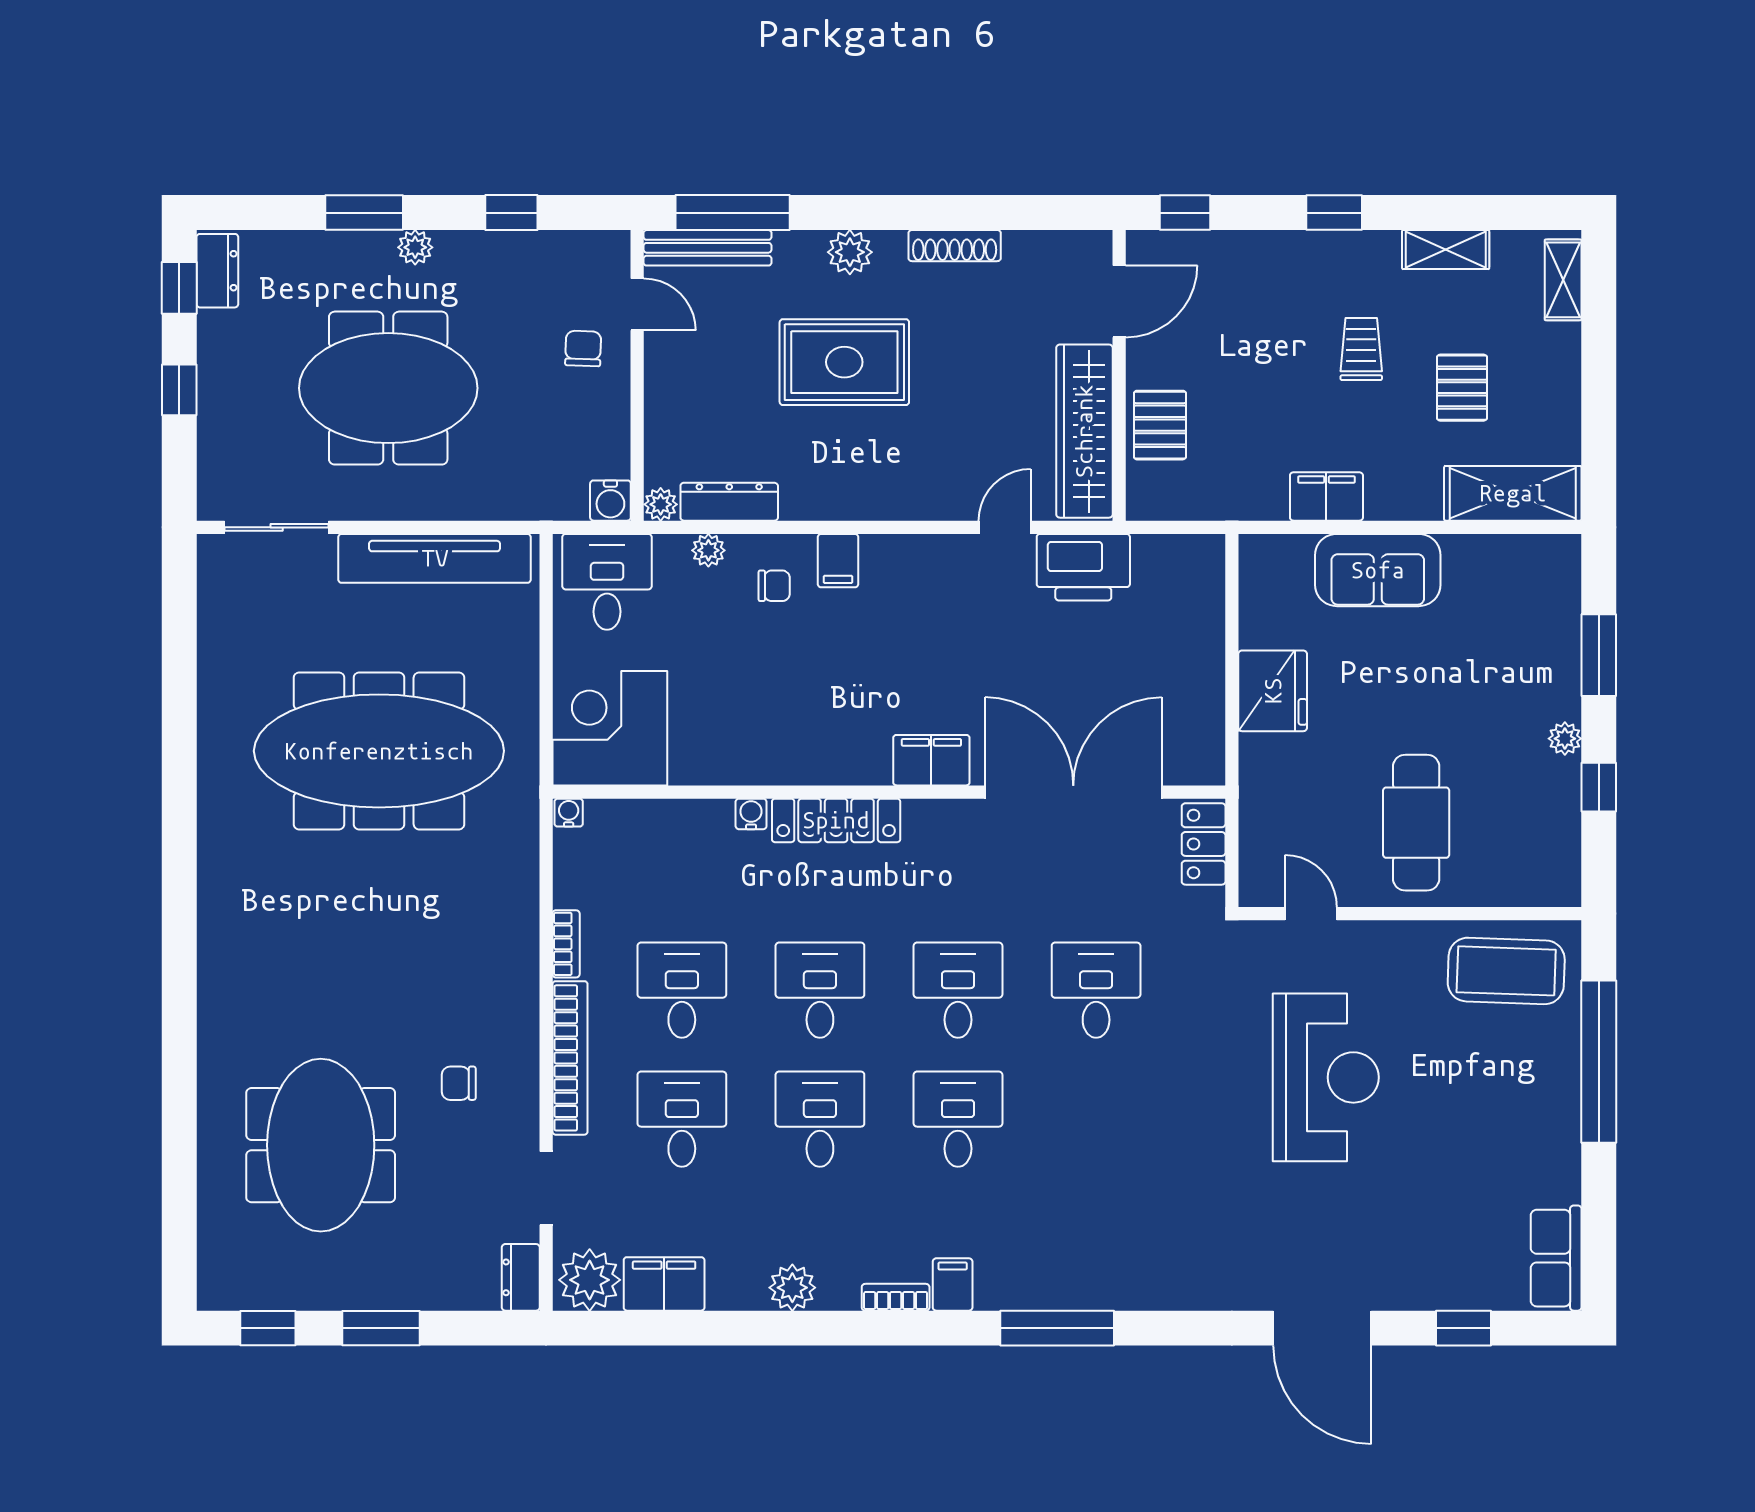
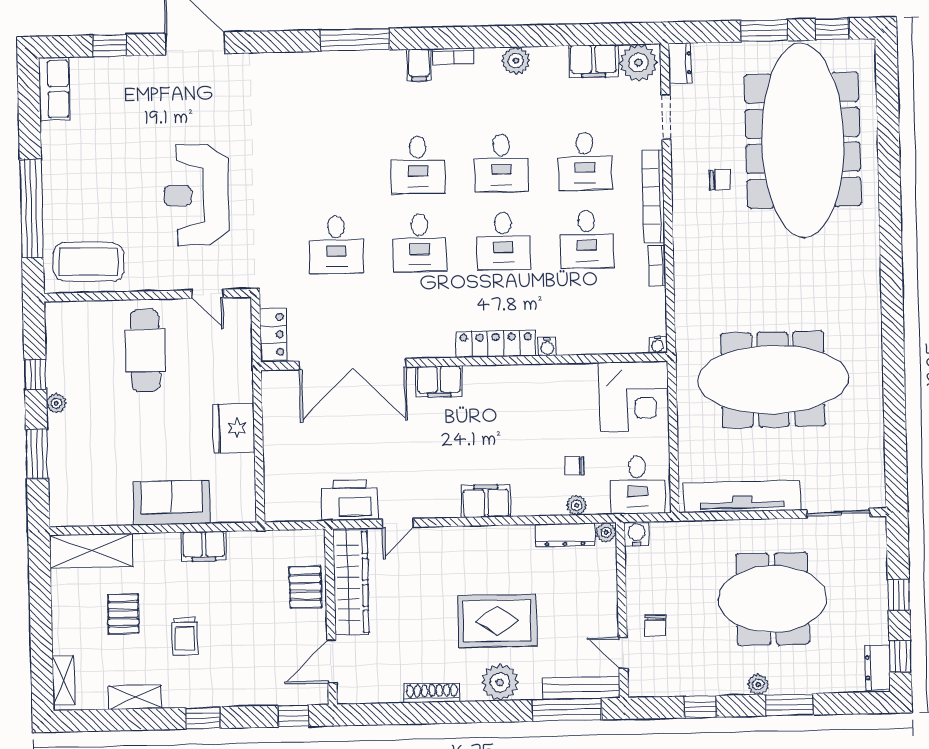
plant: (850, 252) -> (500, 682), width x1.36, depth x1.36
filing cabinet: (838, 561) -> (486, 501), width x2.00
chair: (774, 586) -> (574, 466), moved
meeting table: (321, 1145) -> (803, 140), width x1.86, depth x1.27

